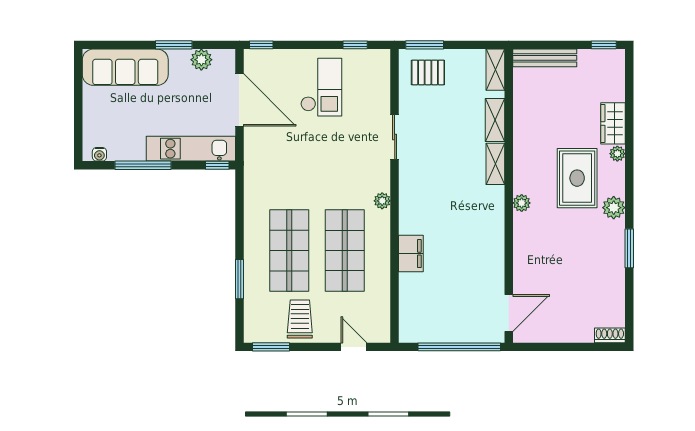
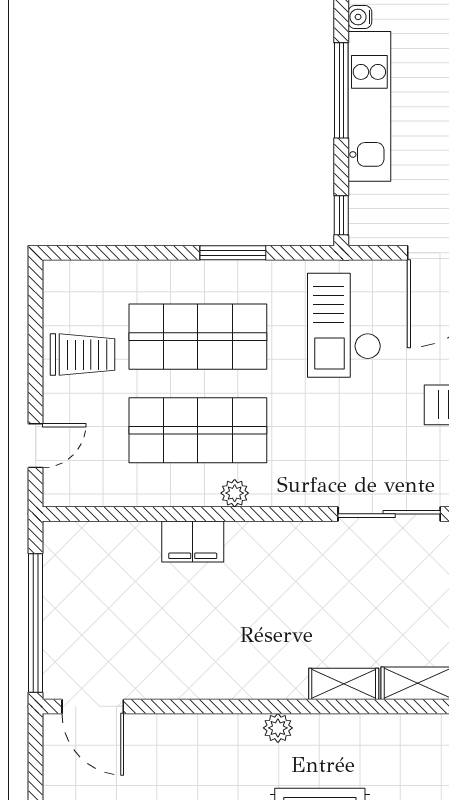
sliding door: (395, 137) -> (389, 514), width x1.37
kitchen unit: (191, 149) -> (369, 106), moved
checkout: (282, 164) -> (344, 325), added
plant: (382, 201) -> (235, 493), moved
window: (239, 279) -> (233, 253), moved
window: (271, 347) -> (36, 306), removed

